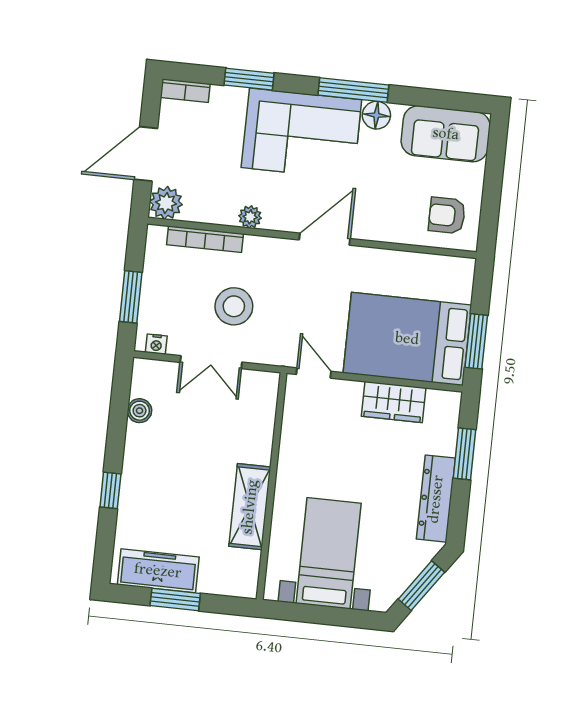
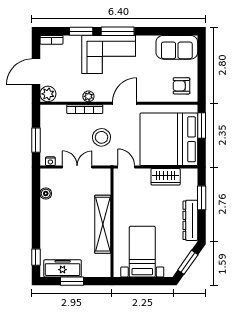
window: (353, 90) -> (118, 31), moved
floor lamp: (376, 115) -> (143, 42), removed
bookcase: (205, 239) -> (85, 109), moved
stool: (234, 306) -> (101, 137), moved
bed: (407, 339) -> (169, 139), width x1.36
window: (476, 341) -> (202, 125), moved
double door: (211, 362) -> (77, 167), swing flipped
window: (110, 490) -> (36, 257), moved
shelving: (250, 507) -> (103, 224), width x1.47

